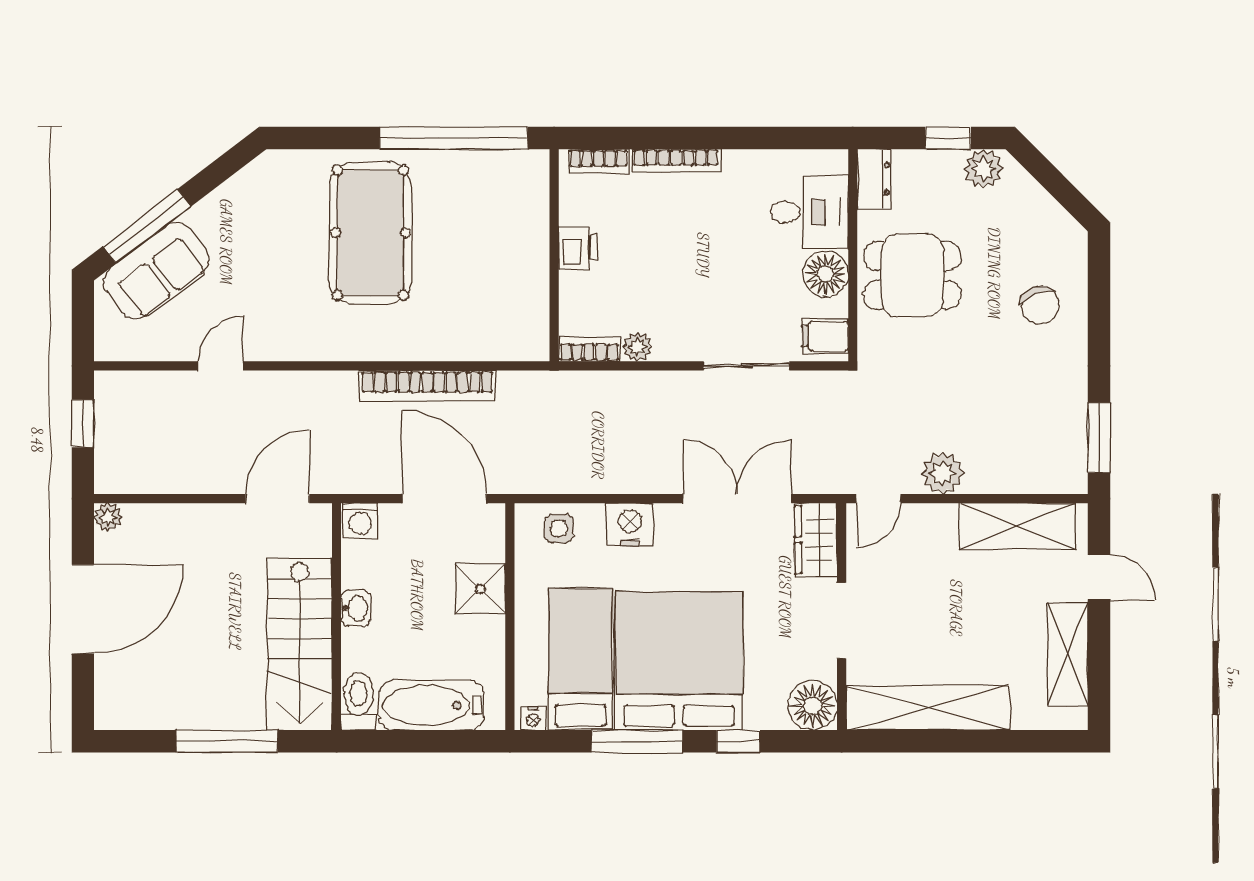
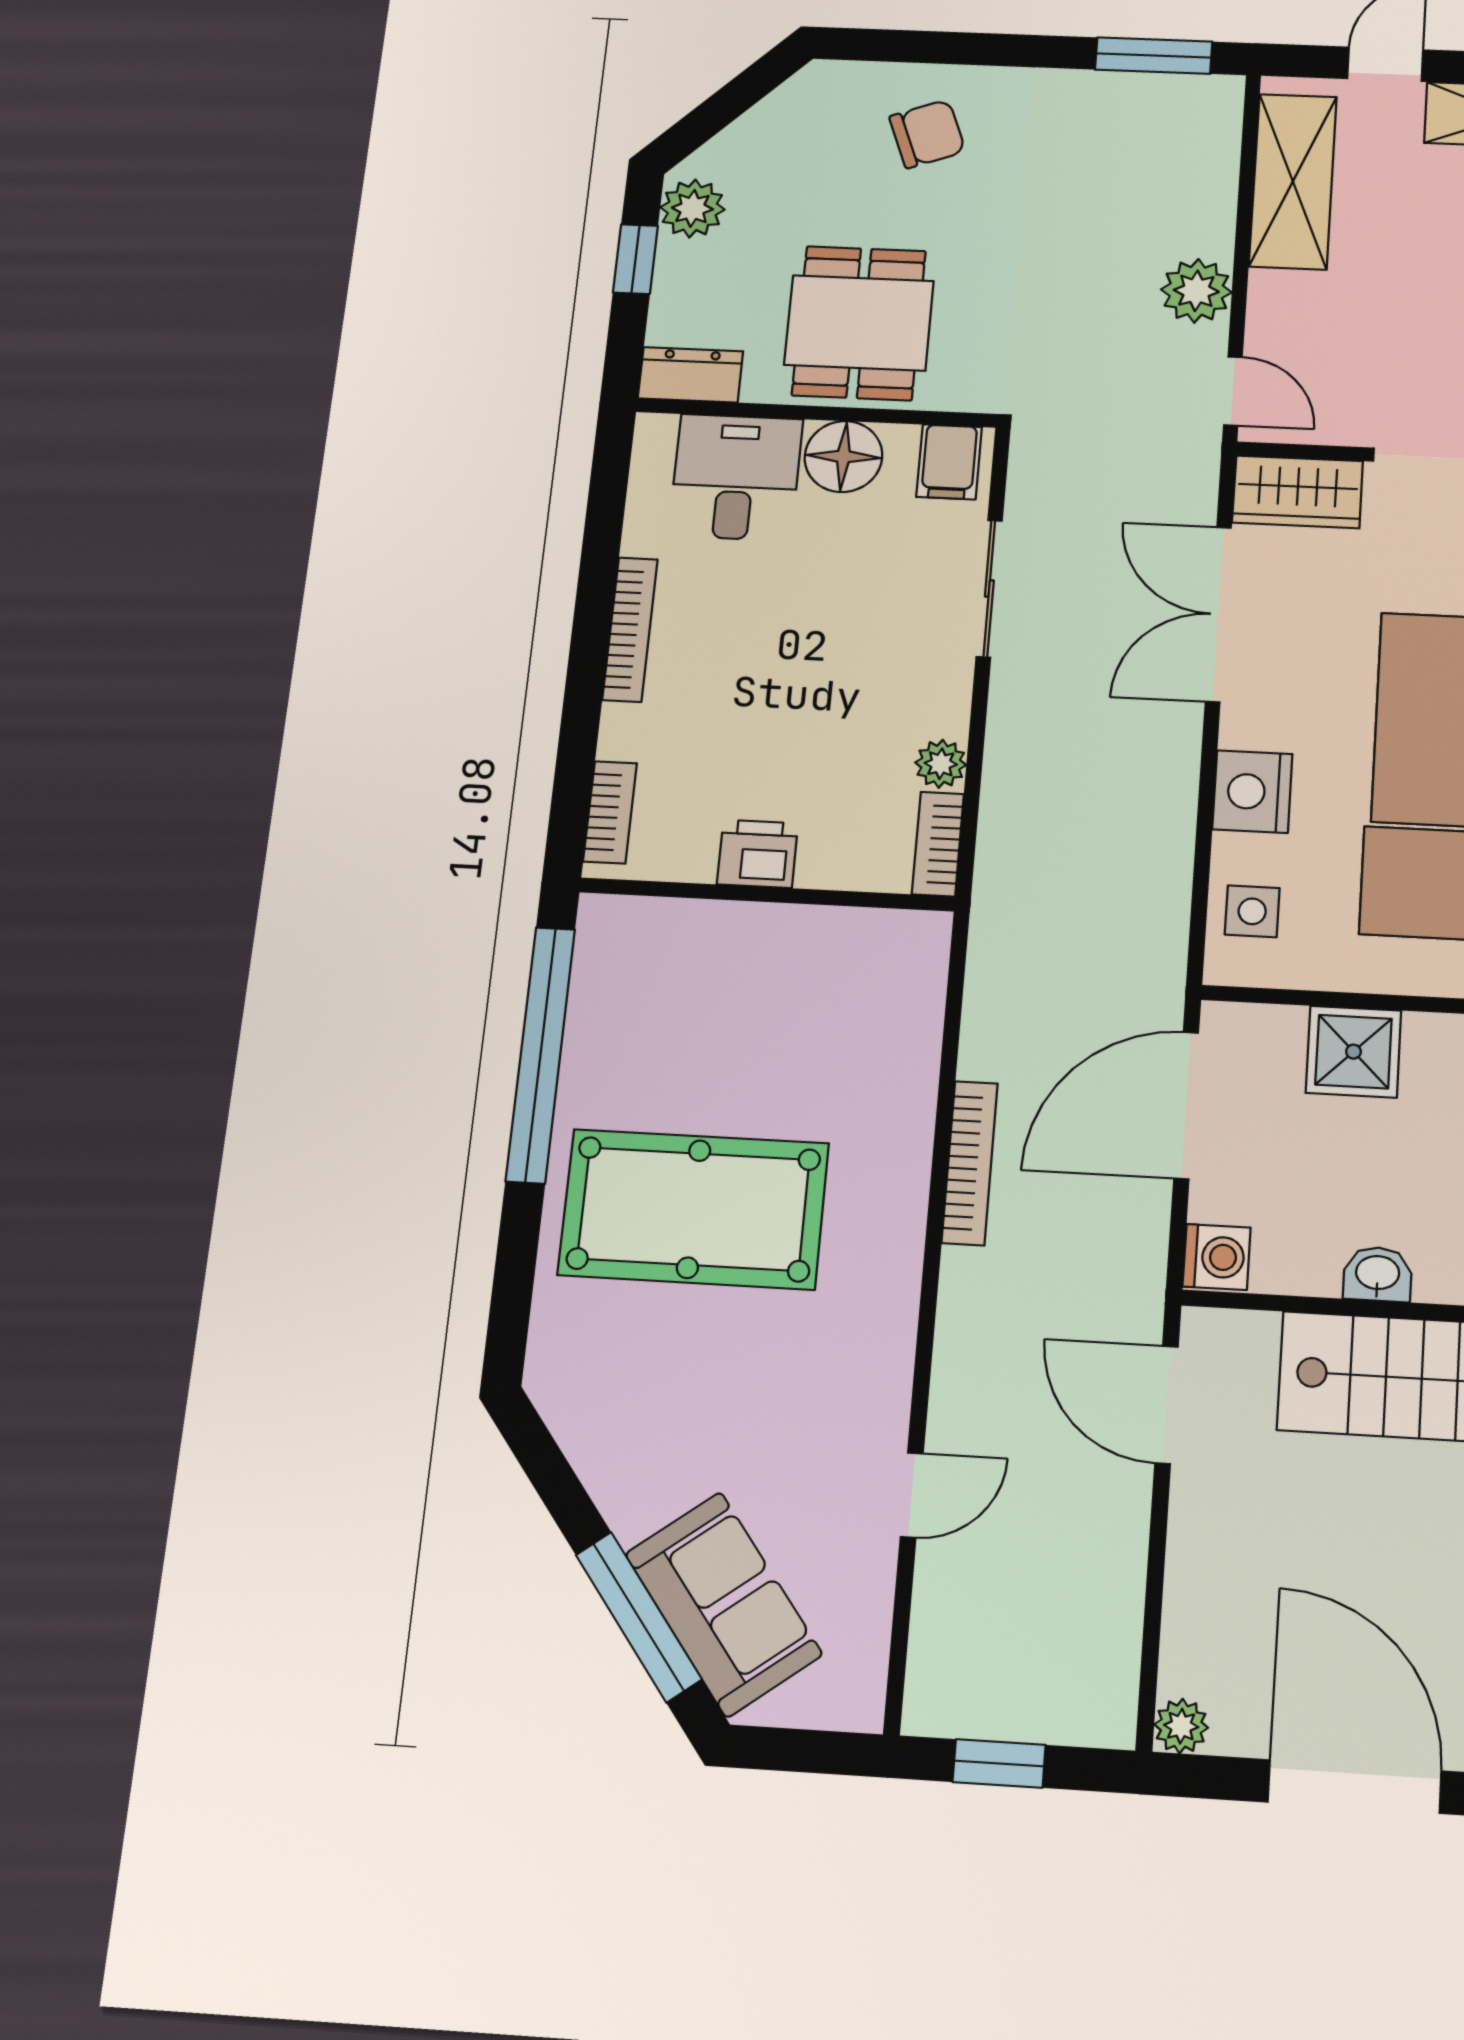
bookcase: (676, 160) -> (630, 629), moved
door: (221, 366) -> (912, 1495), swing flipped
bookcase: (427, 386) -> (970, 1163), width x0.68, depth x0.76

